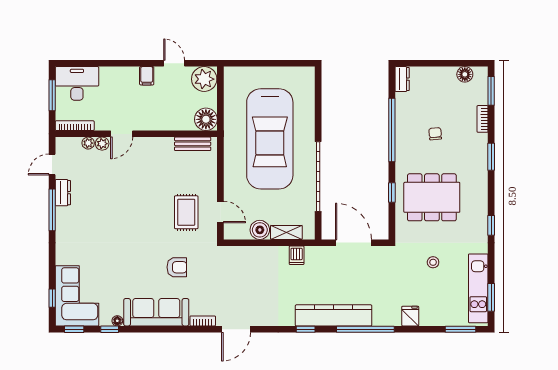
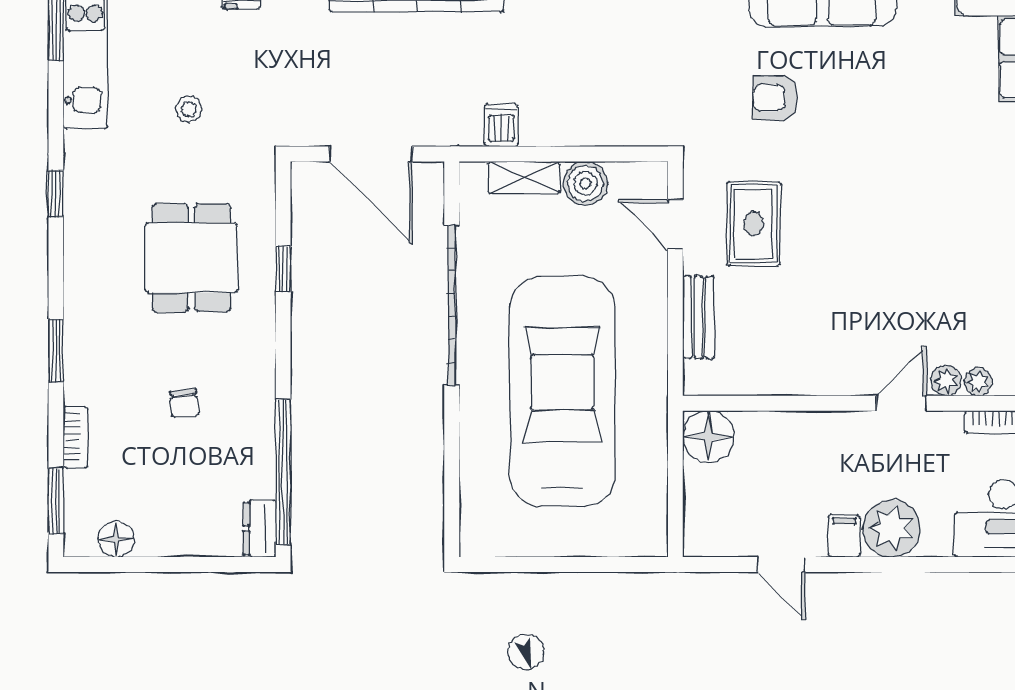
plant: (204, 79) -> (892, 528), moved
window: (392, 130) -> (283, 472), moved
bench: (193, 144) -> (698, 317), moved, turned 90
dining table: (432, 197) -> (192, 258), width x0.73

